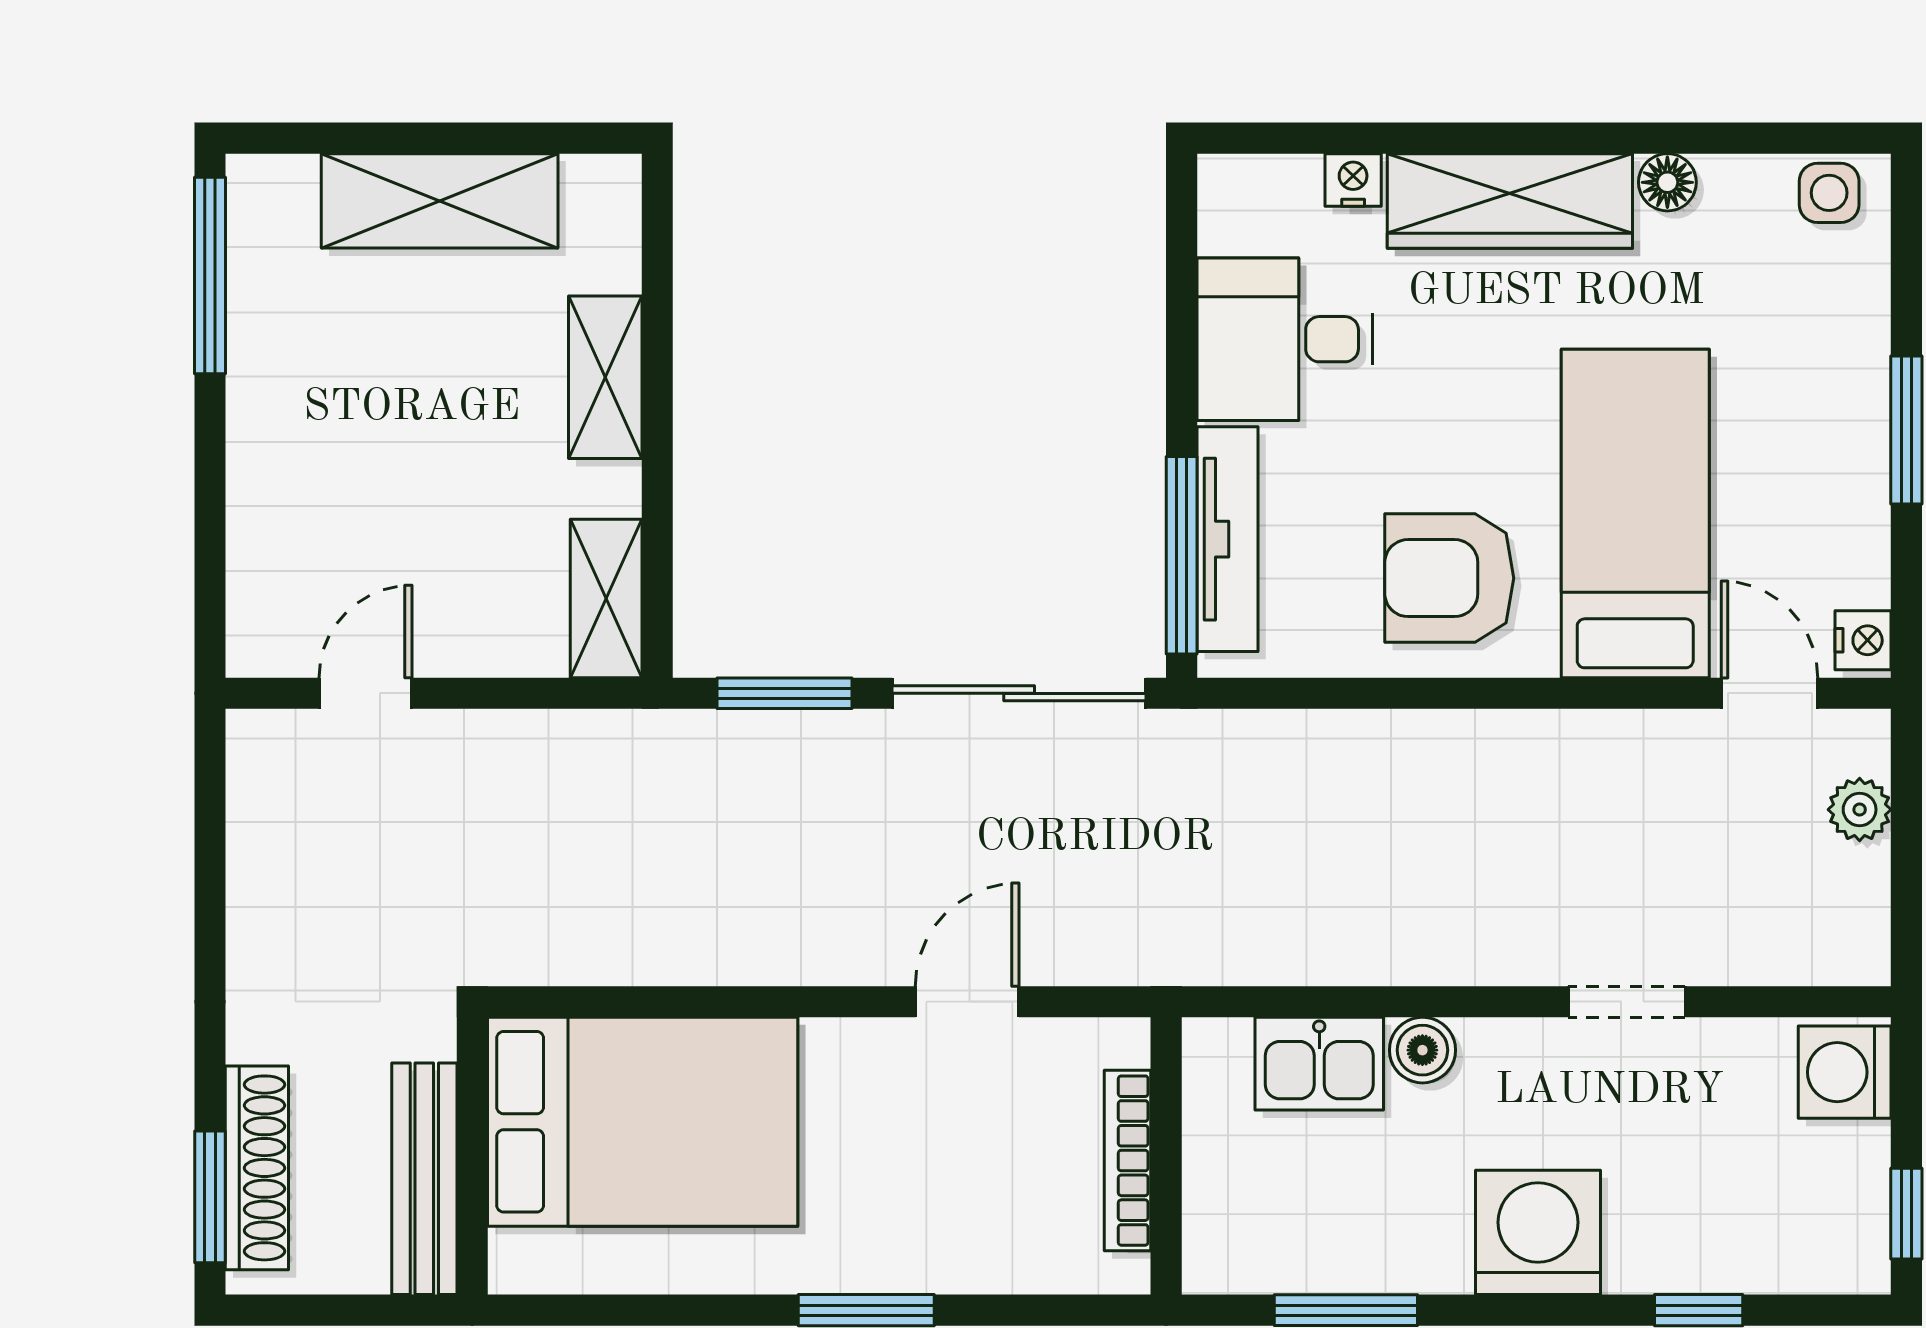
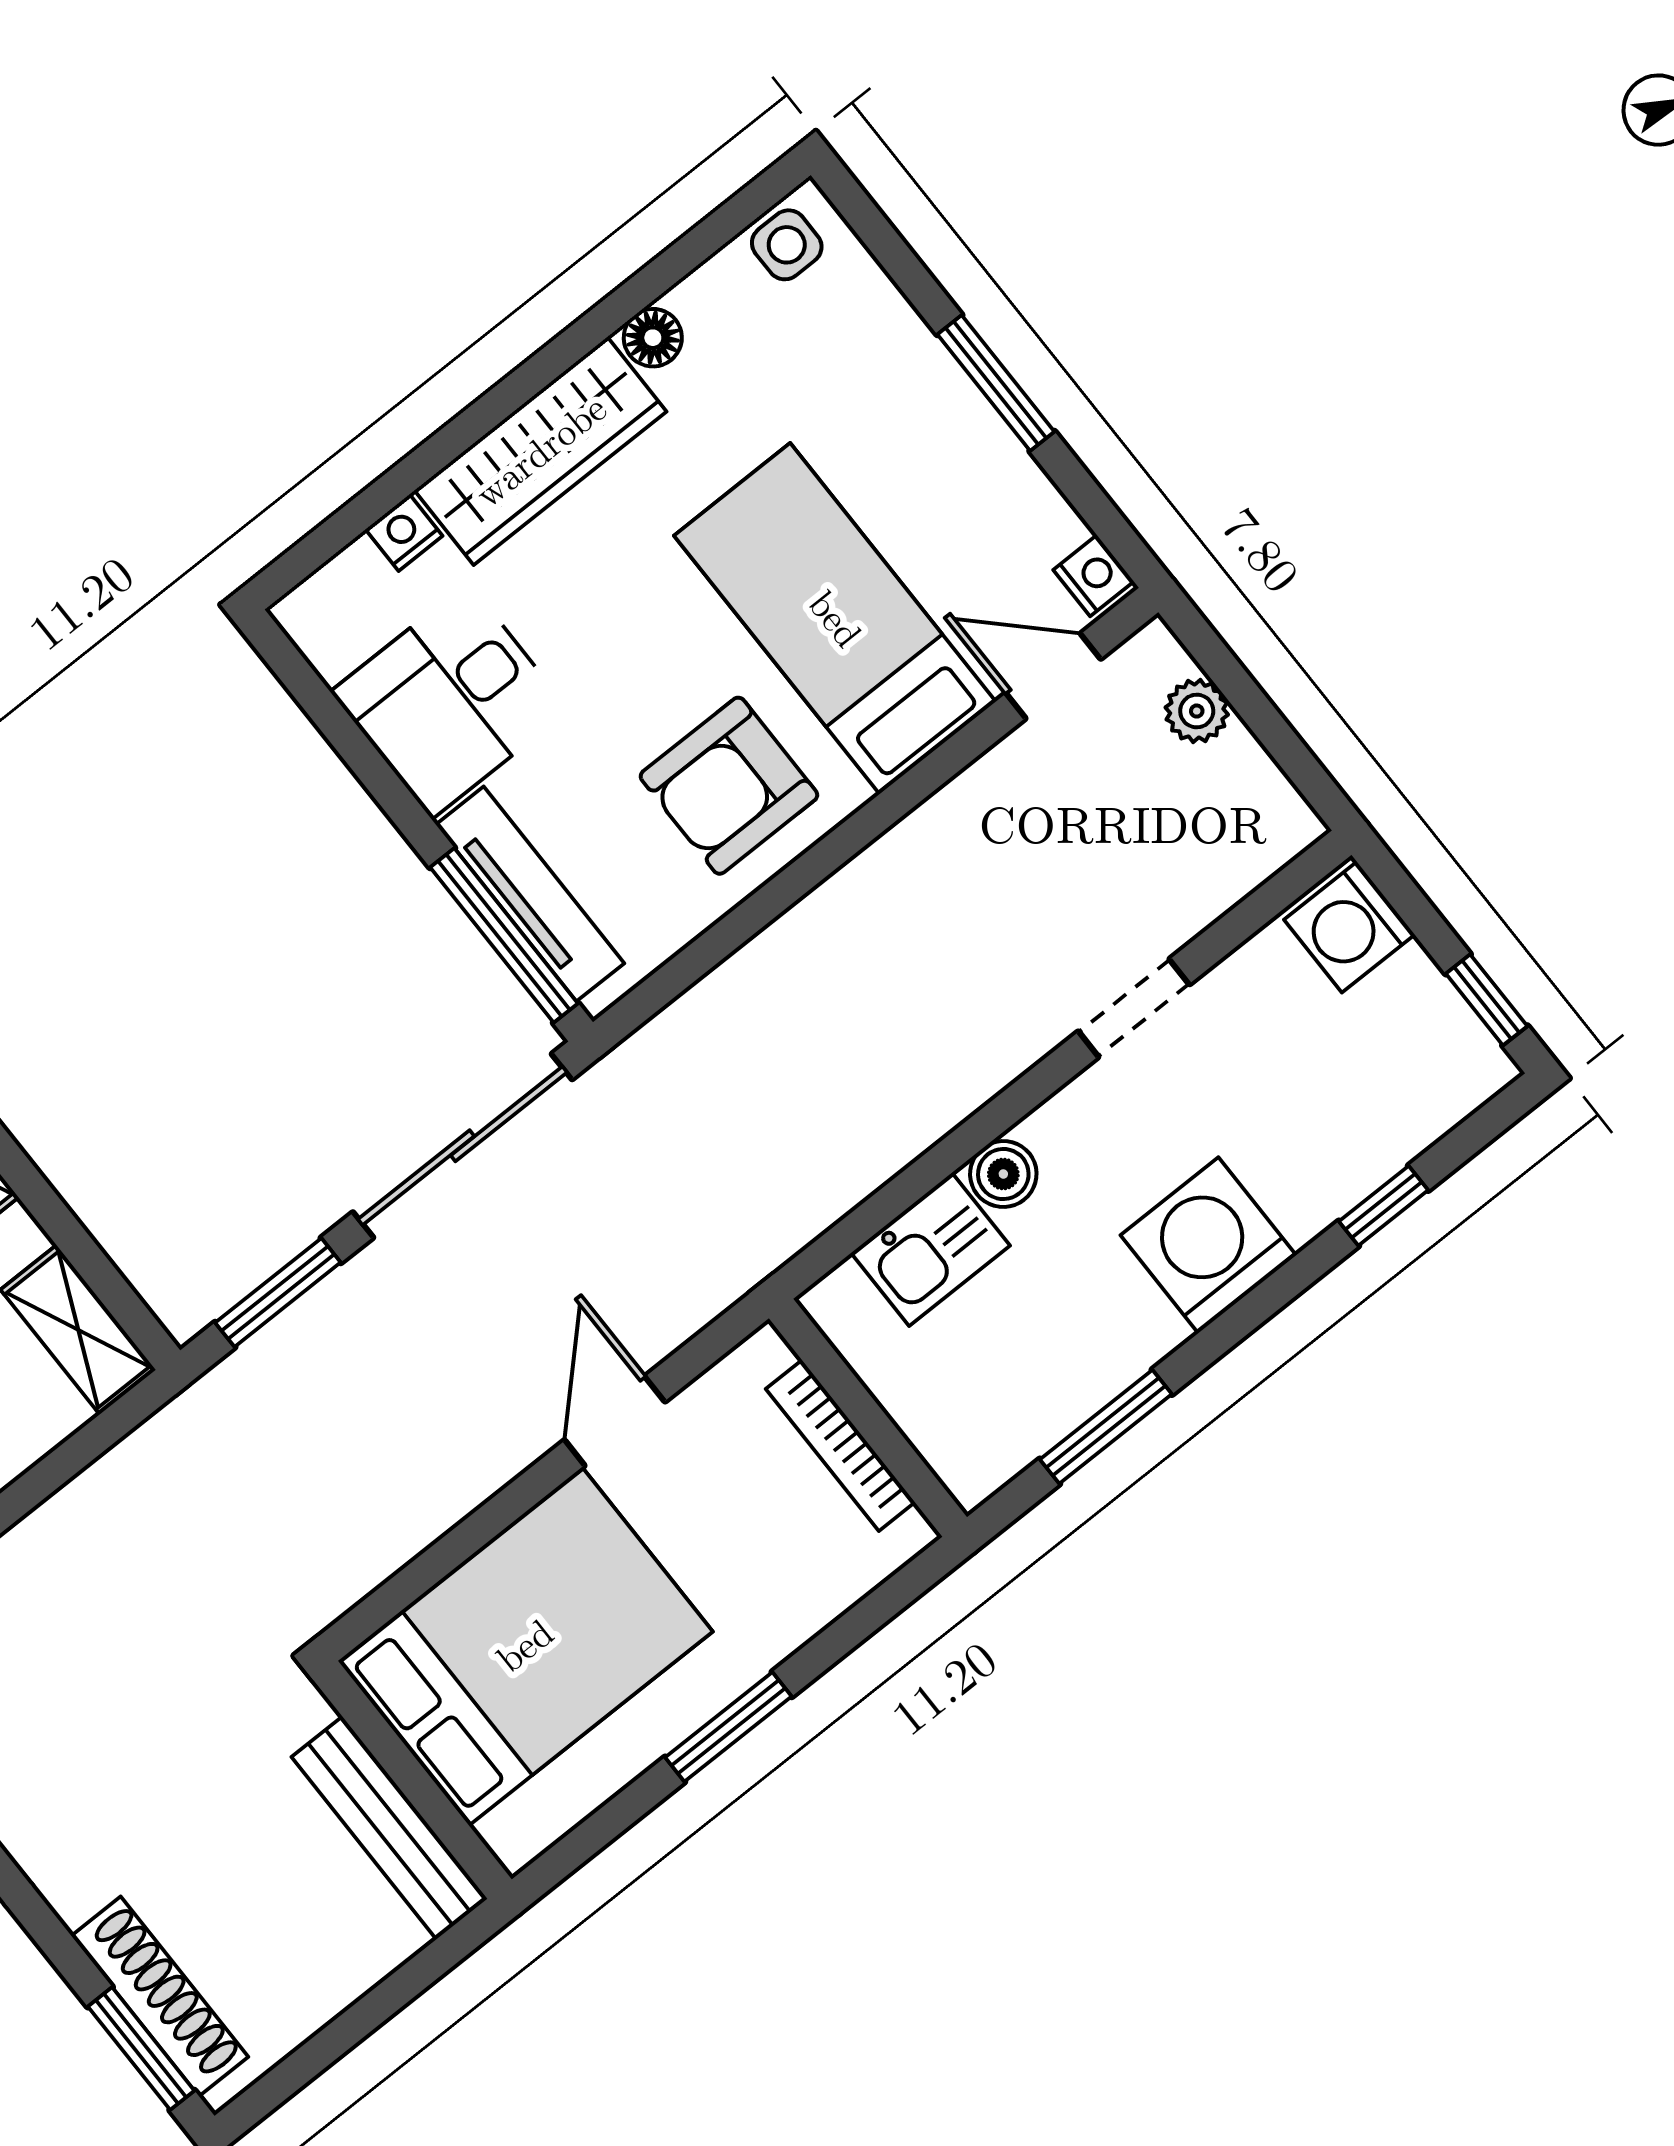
bed: (643, 1122) -> (525, 1646), moved
wall: (472, 1156) -> (413, 1780), moved
bench: (424, 1179) -> (389, 1828), moved

